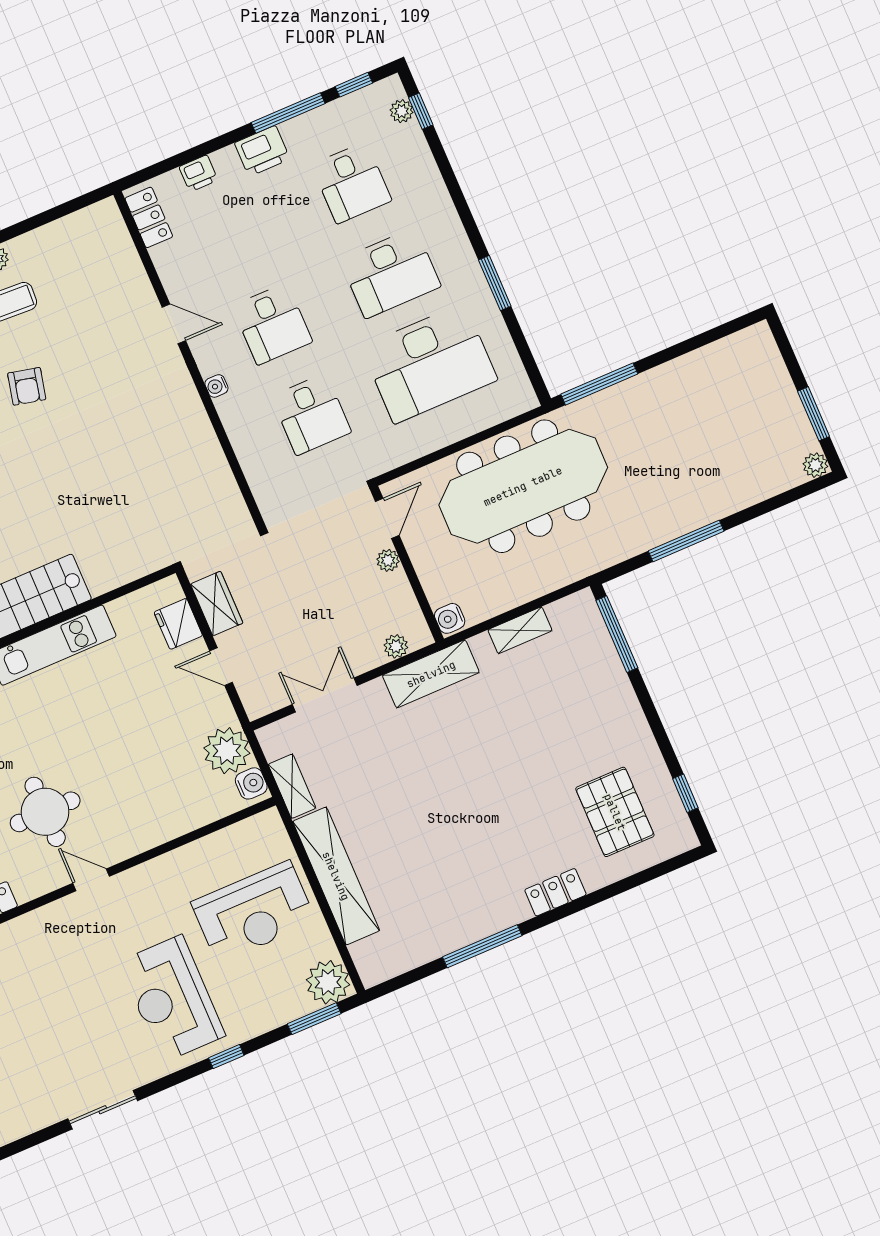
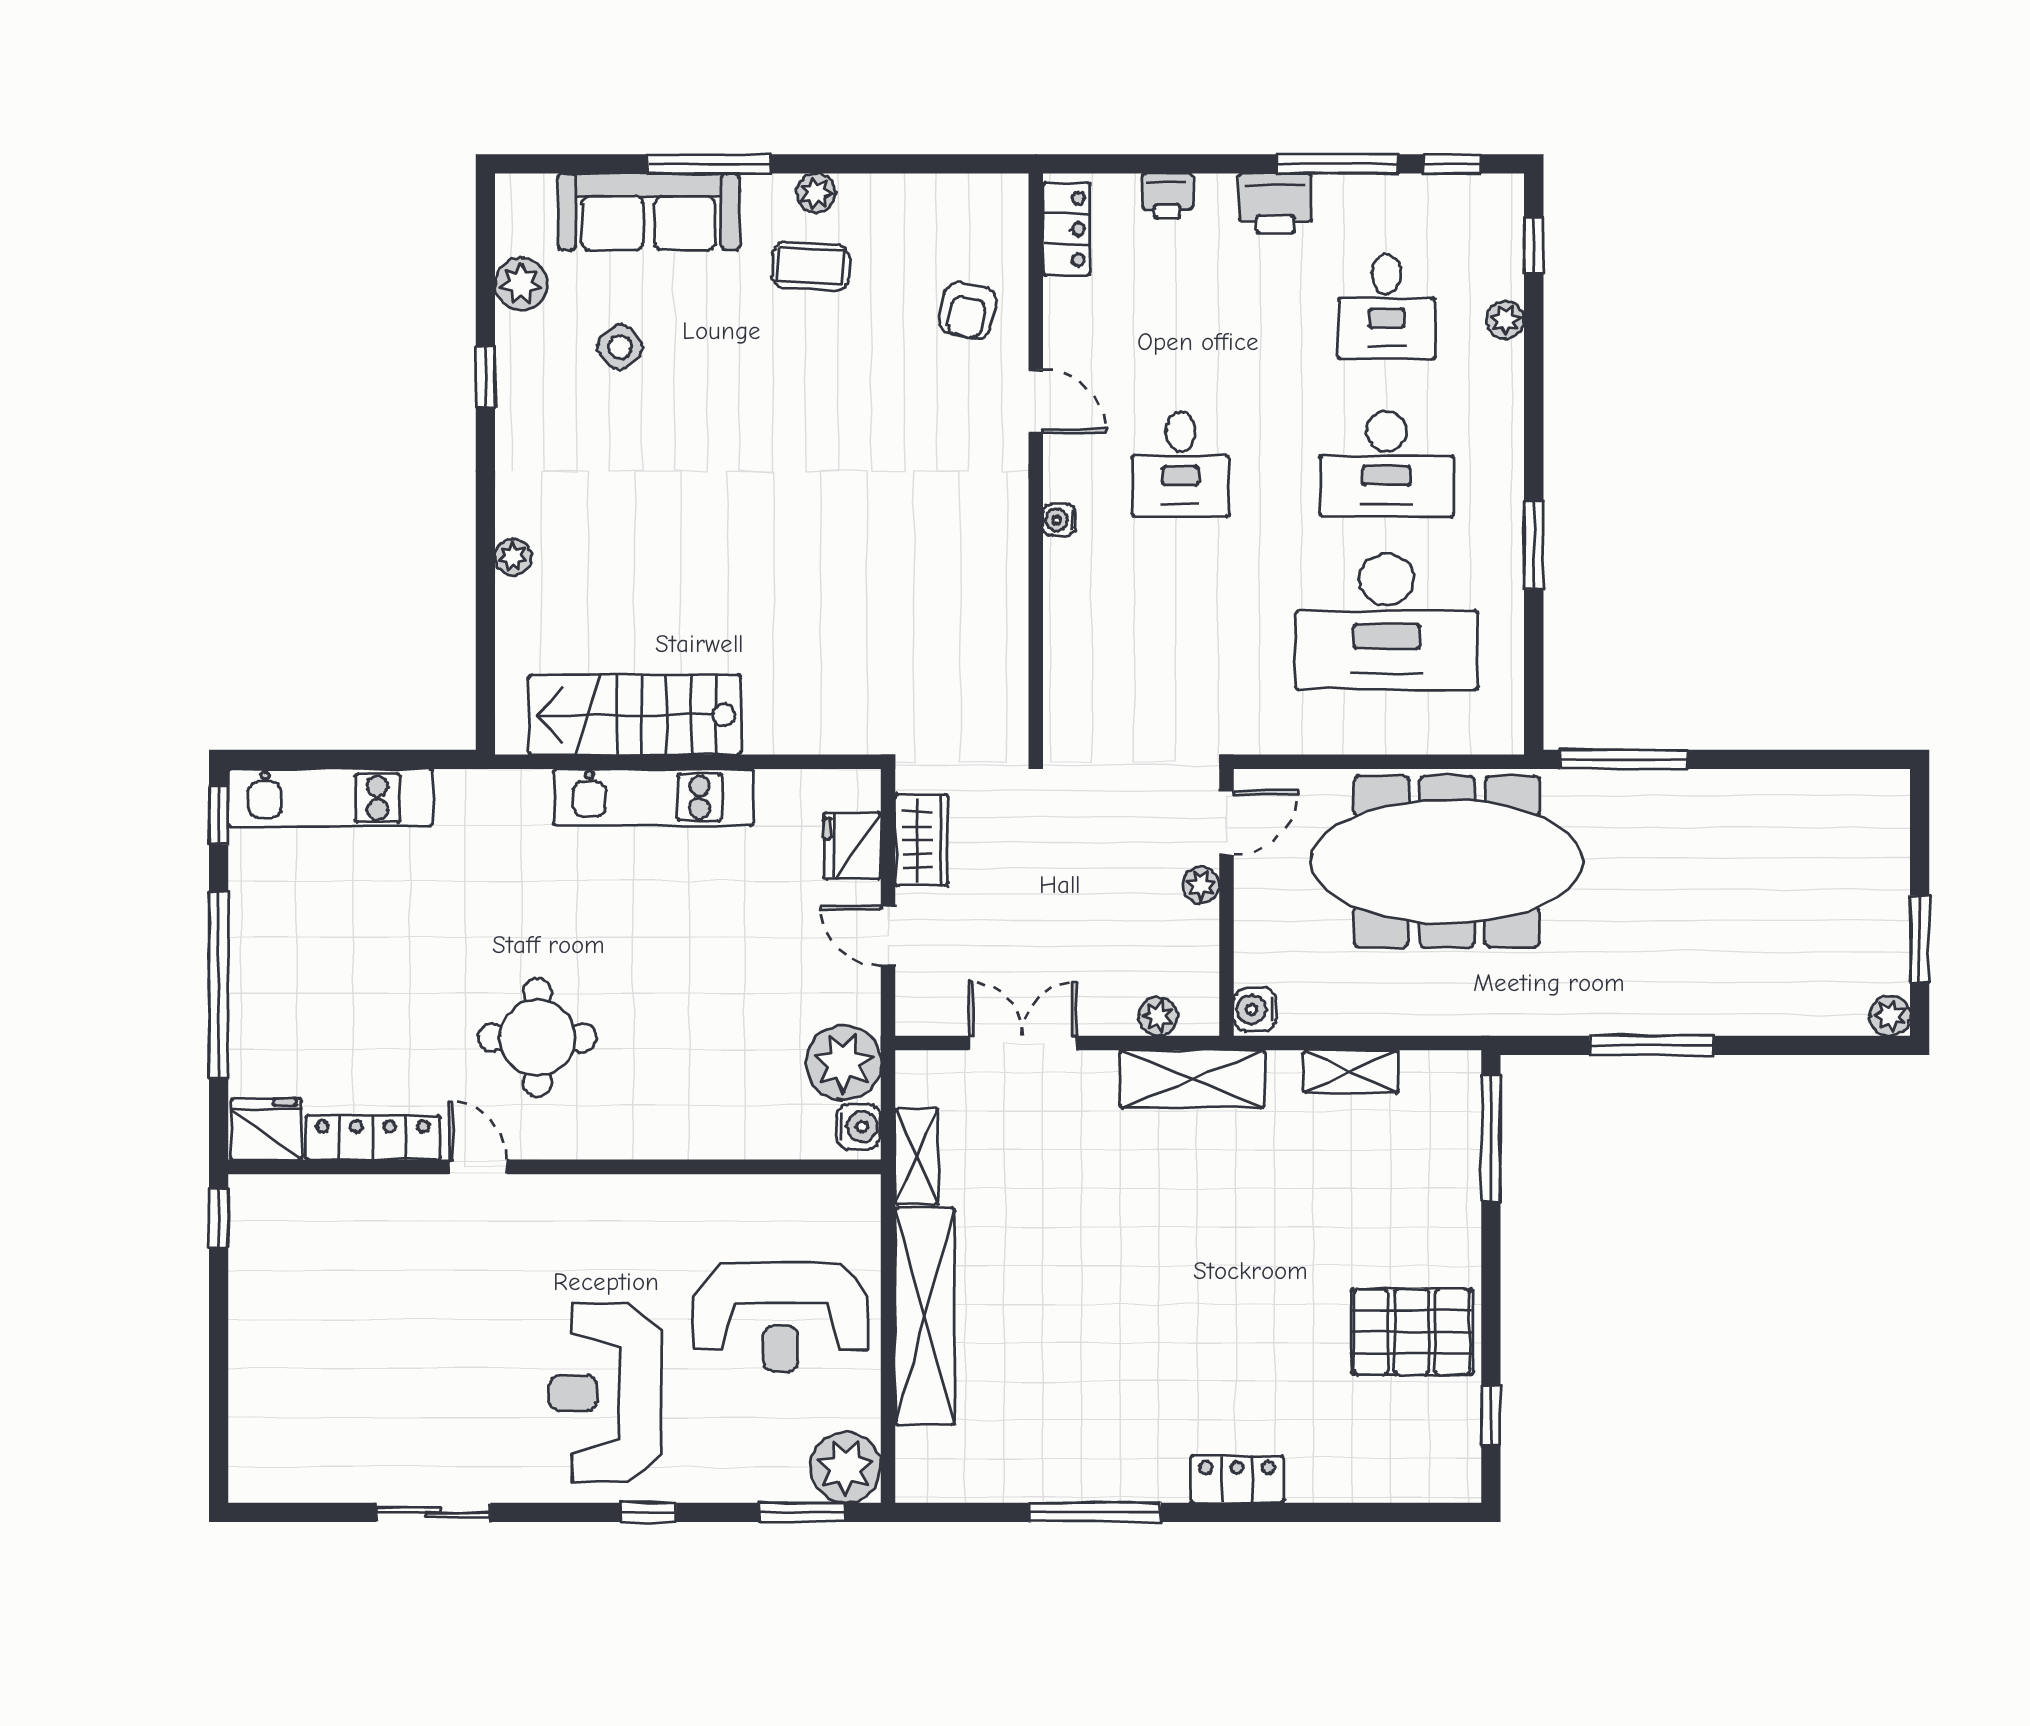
plant: (402, 111) -> (1505, 320), moved
armchair: (27, 386) -> (968, 311), moved
desk: (311, 414) -> (1181, 622), removed
pallet: (615, 812) -> (1412, 1332), moved, turned 90
door: (91, 880) -> (478, 1167), moved

